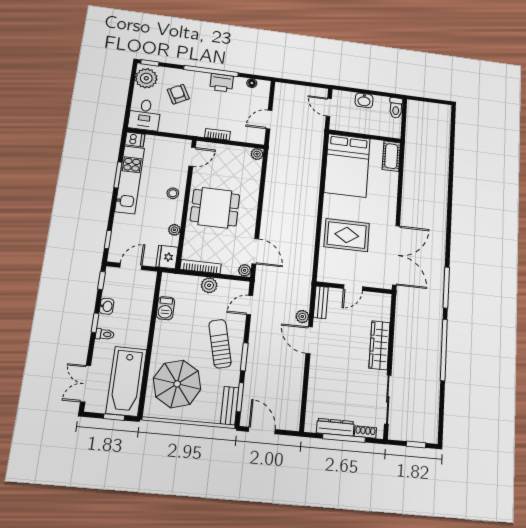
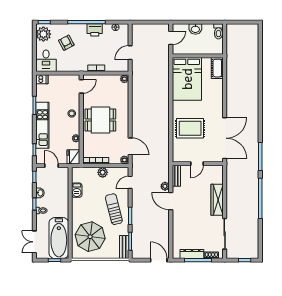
door: (329, 107) -> (171, 38), swing flipped
kitchen unit: (130, 180) -> (42, 125), moved
door: (131, 266) -> (51, 166), hinge flipped
door: (262, 431) -> (159, 260), moved

